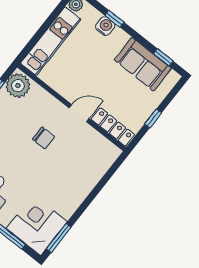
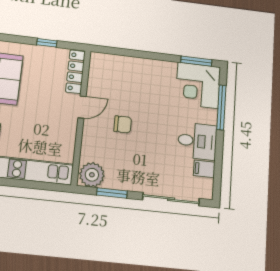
door: (79, 113) -> (82, 107), swing flipped
chair: (44, 138) -> (123, 124), turned 90

